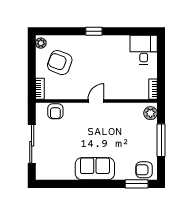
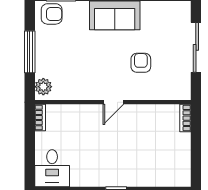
plant: (41, 43) -> (184, 177), removed
armchair: (60, 63) -> (160, 152), removed
armchair: (55, 111) -> (141, 63), moved

